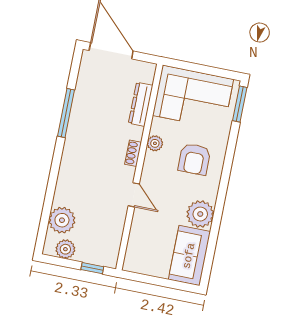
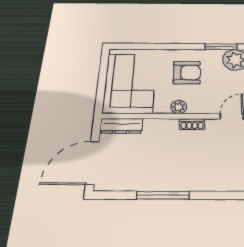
dresser: (141, 104) -> (121, 126), moved
window: (240, 104) -> (221, 47), moved

